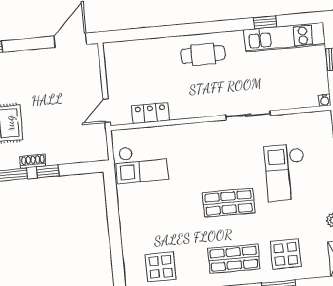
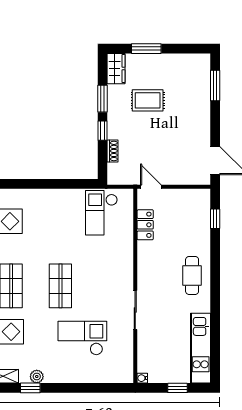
window: (265, 22) -> (215, 219), moved
shoe rack: (33, 161) -> (113, 151), moved

